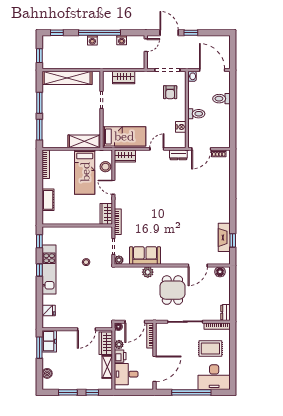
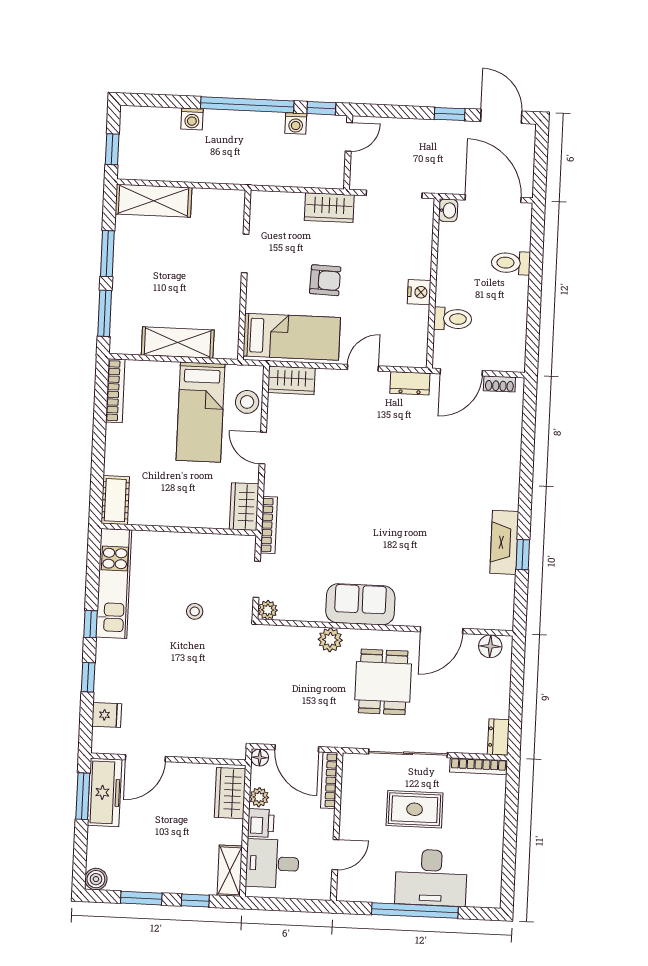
window: (57, 33) -> (321, 108), moved
door: (169, 33) -> (501, 116), moved
washing machine: (92, 40) -> (192, 119), moved
wardrobe: (124, 77) -> (329, 208), moved
shelving: (67, 78) -> (153, 201), width x0.68
armchair: (170, 92) -> (325, 280), moved, turned -88
toilet: (196, 114) -> (453, 319), moved
nightstand: (181, 127) -> (419, 292), moved
shelving: (84, 141) -> (178, 343), moved
cot: (48, 200) -> (115, 500), moved
fireplace: (224, 237) -> (504, 542), moved
window: (233, 240) -> (523, 555), moved
window: (39, 241) -> (88, 677), moved
sofa: (145, 256) -> (360, 604), moved
kitchen unit: (49, 270) -> (114, 584), moved
door: (135, 322) -> (297, 748), hinge flipped
door: (86, 329) -> (145, 758), moved
freezer: (49, 341) -> (105, 792), width x1.40
rug: (210, 349) -> (415, 809), moved
shelving: (107, 367) -> (230, 871), moved
door: (154, 369) -> (335, 855), width x0.53
boiler: (47, 373) -> (96, 879), moved
desk: (214, 377) -> (431, 878), moved

